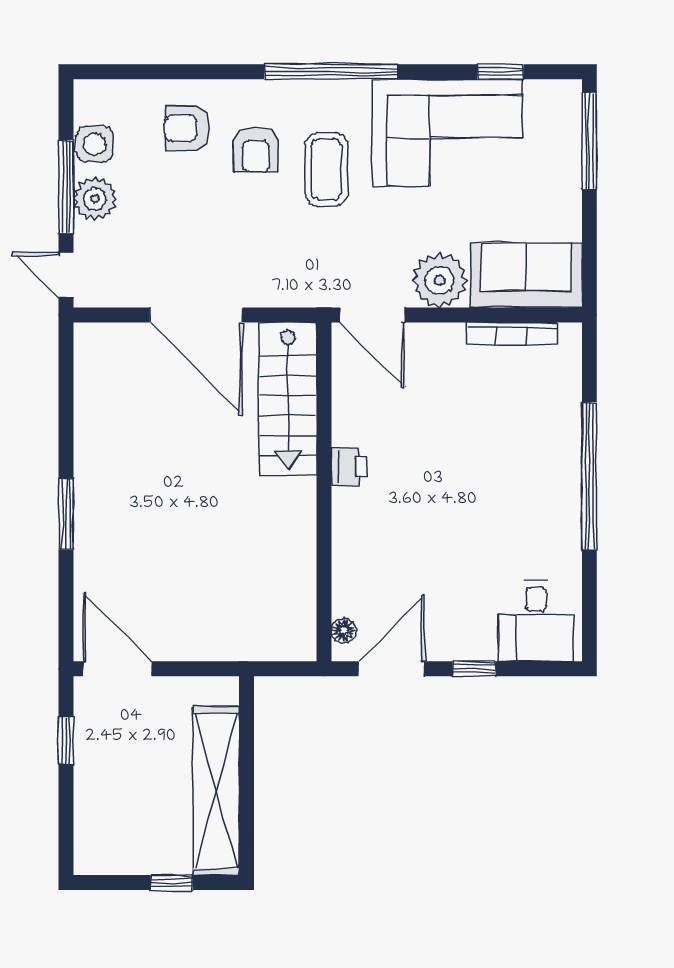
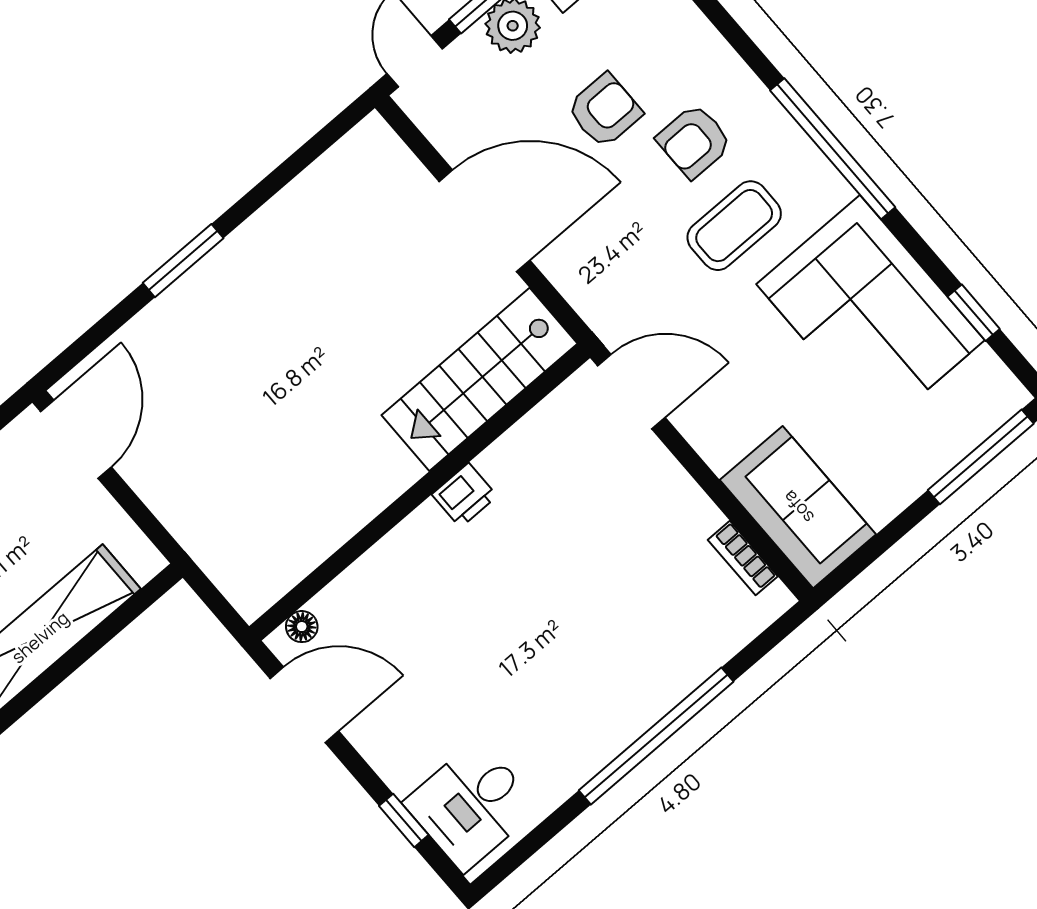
armchair: (187, 128) -> (605, 111), moved, turned 90
plant: (440, 280) -> (721, 428), removed
door: (196, 315) -> (484, 221), swing flipped
door: (372, 315) -> (631, 392), swing flipped
bookcase: (512, 334) -> (743, 558), width x0.64
window: (474, 669) -> (404, 820), moved

